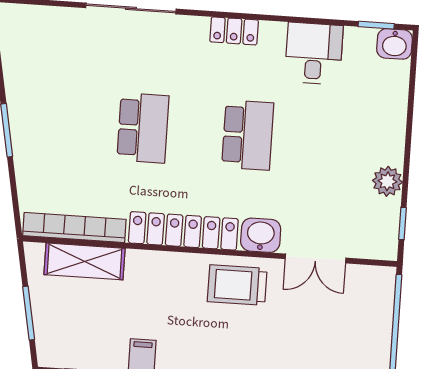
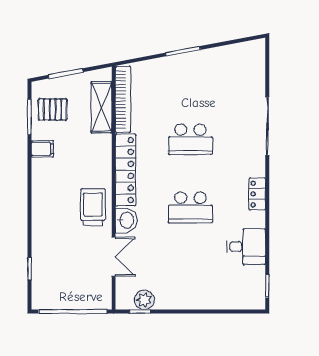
washbasin: (394, 44) -> (256, 298), removed
plant: (387, 181) -> (144, 300), moved
double door: (316, 258) -> (114, 257), swing flipped
pallet: (83, 337) -> (53, 109), added

